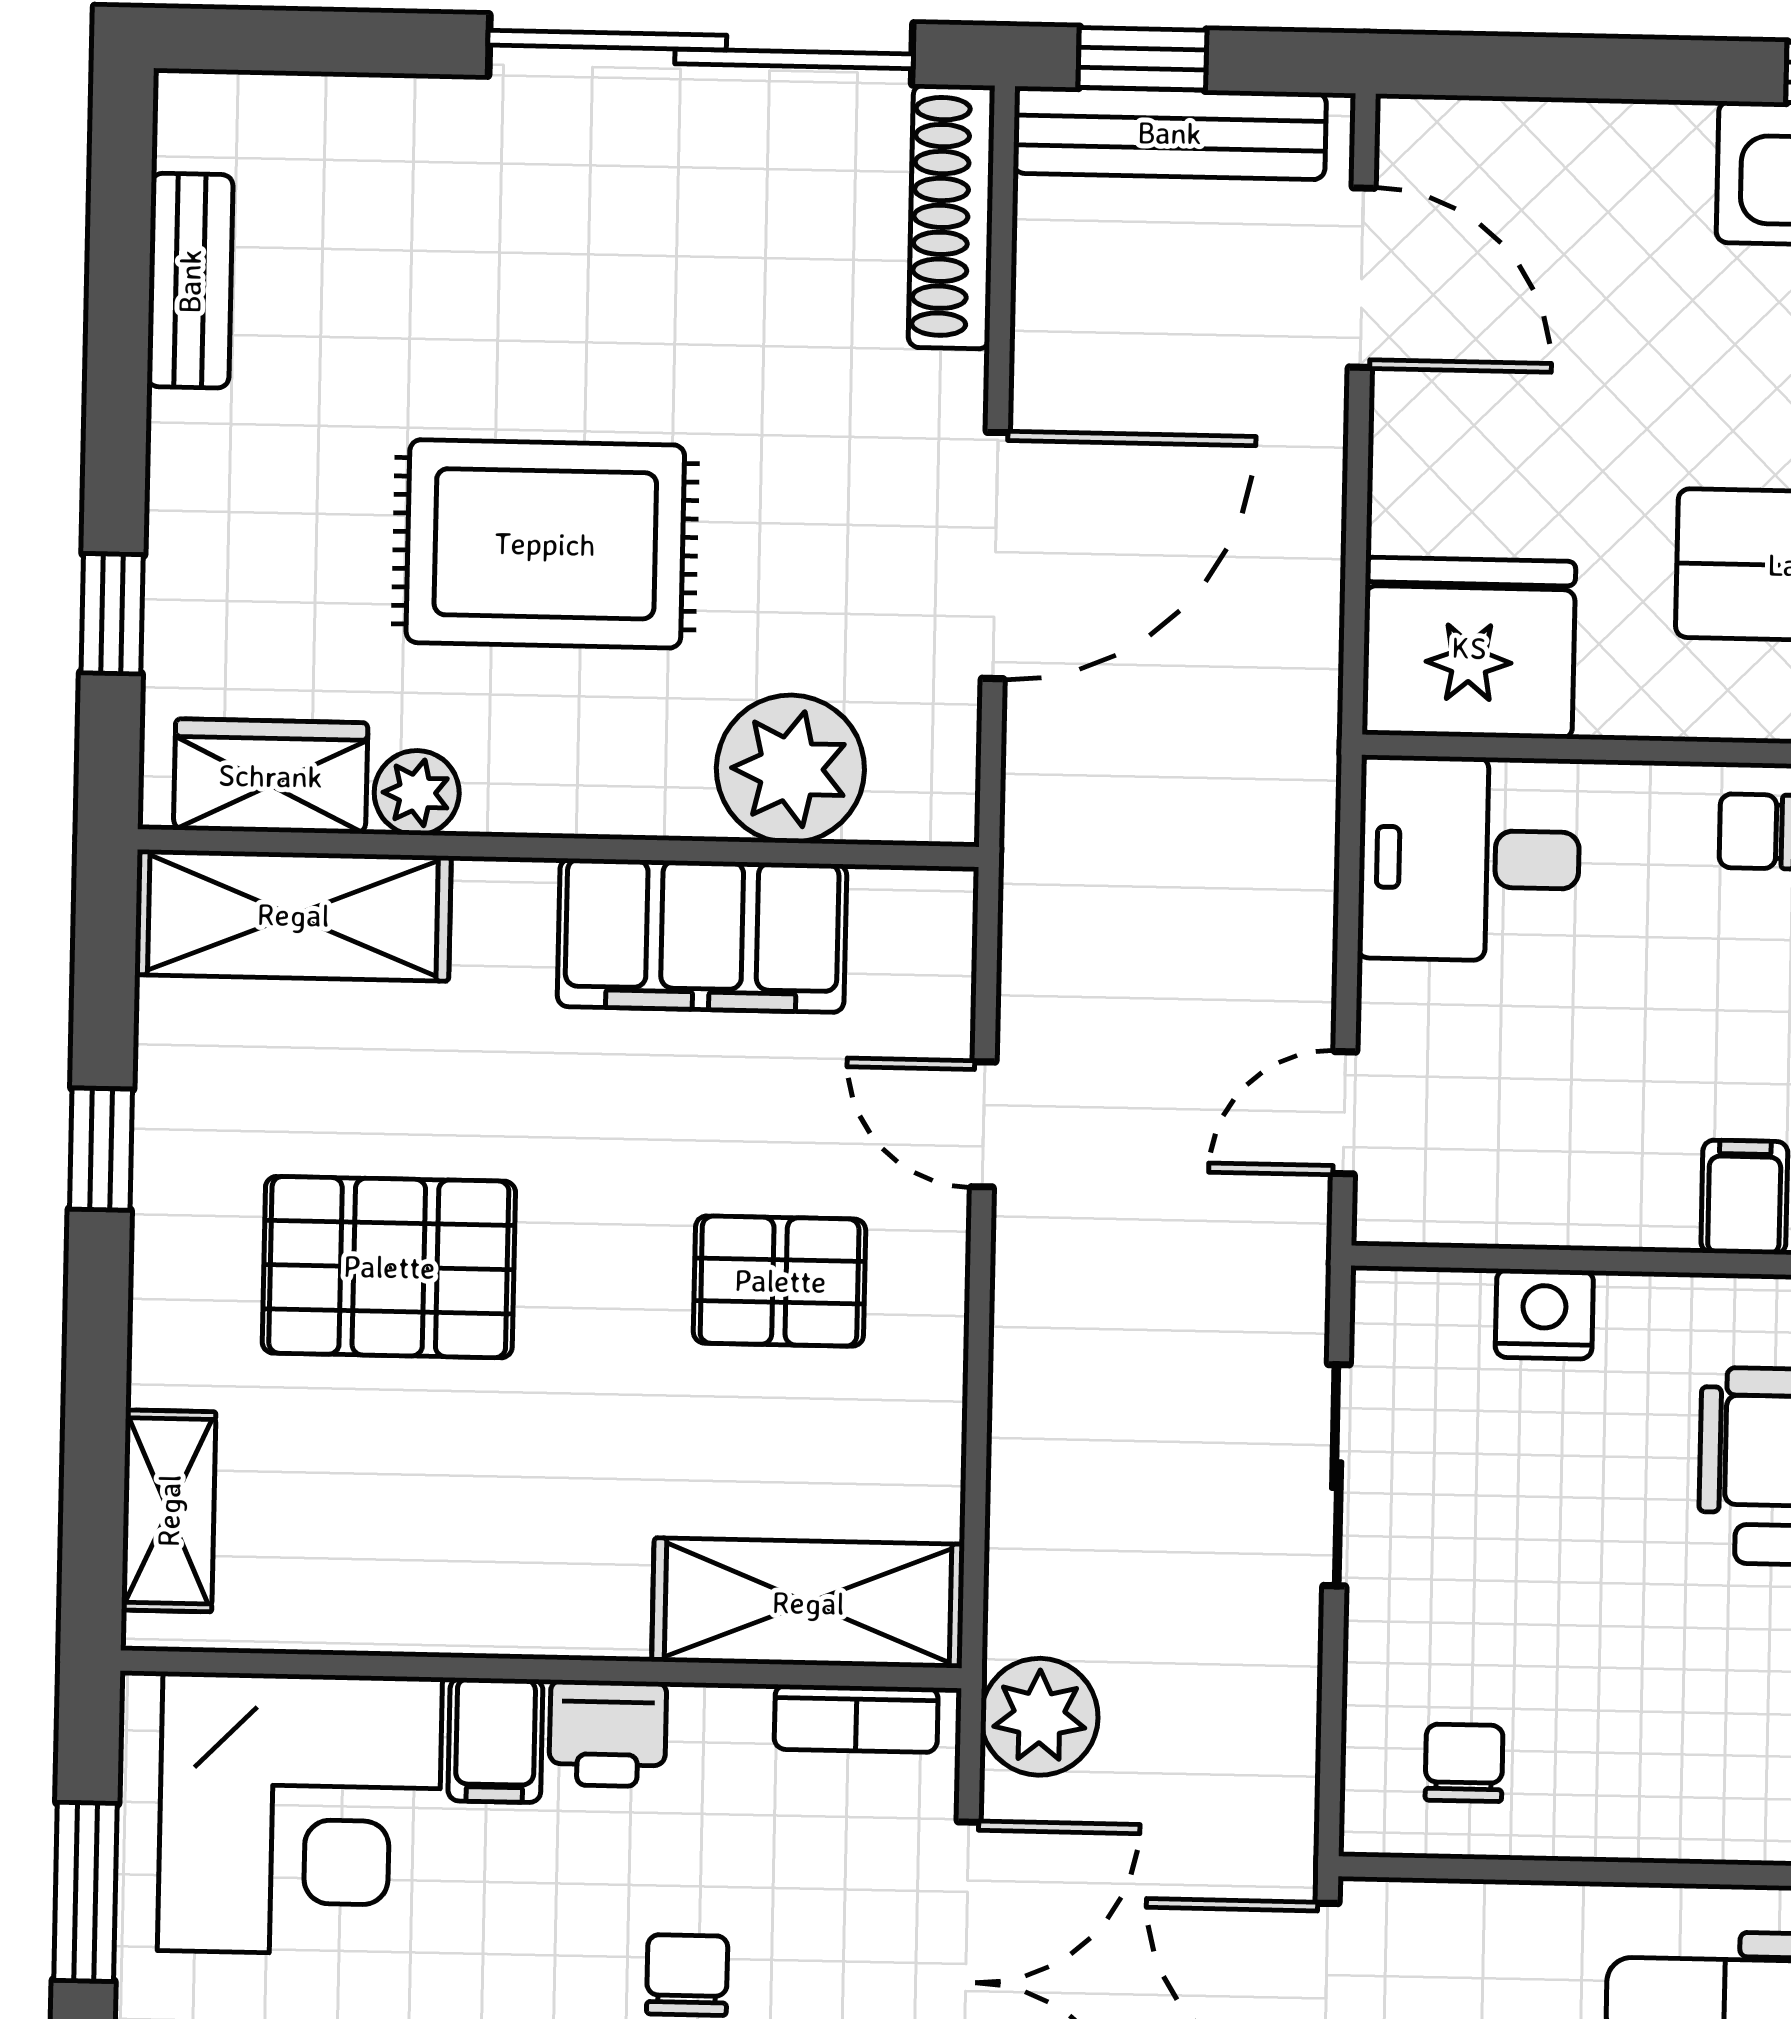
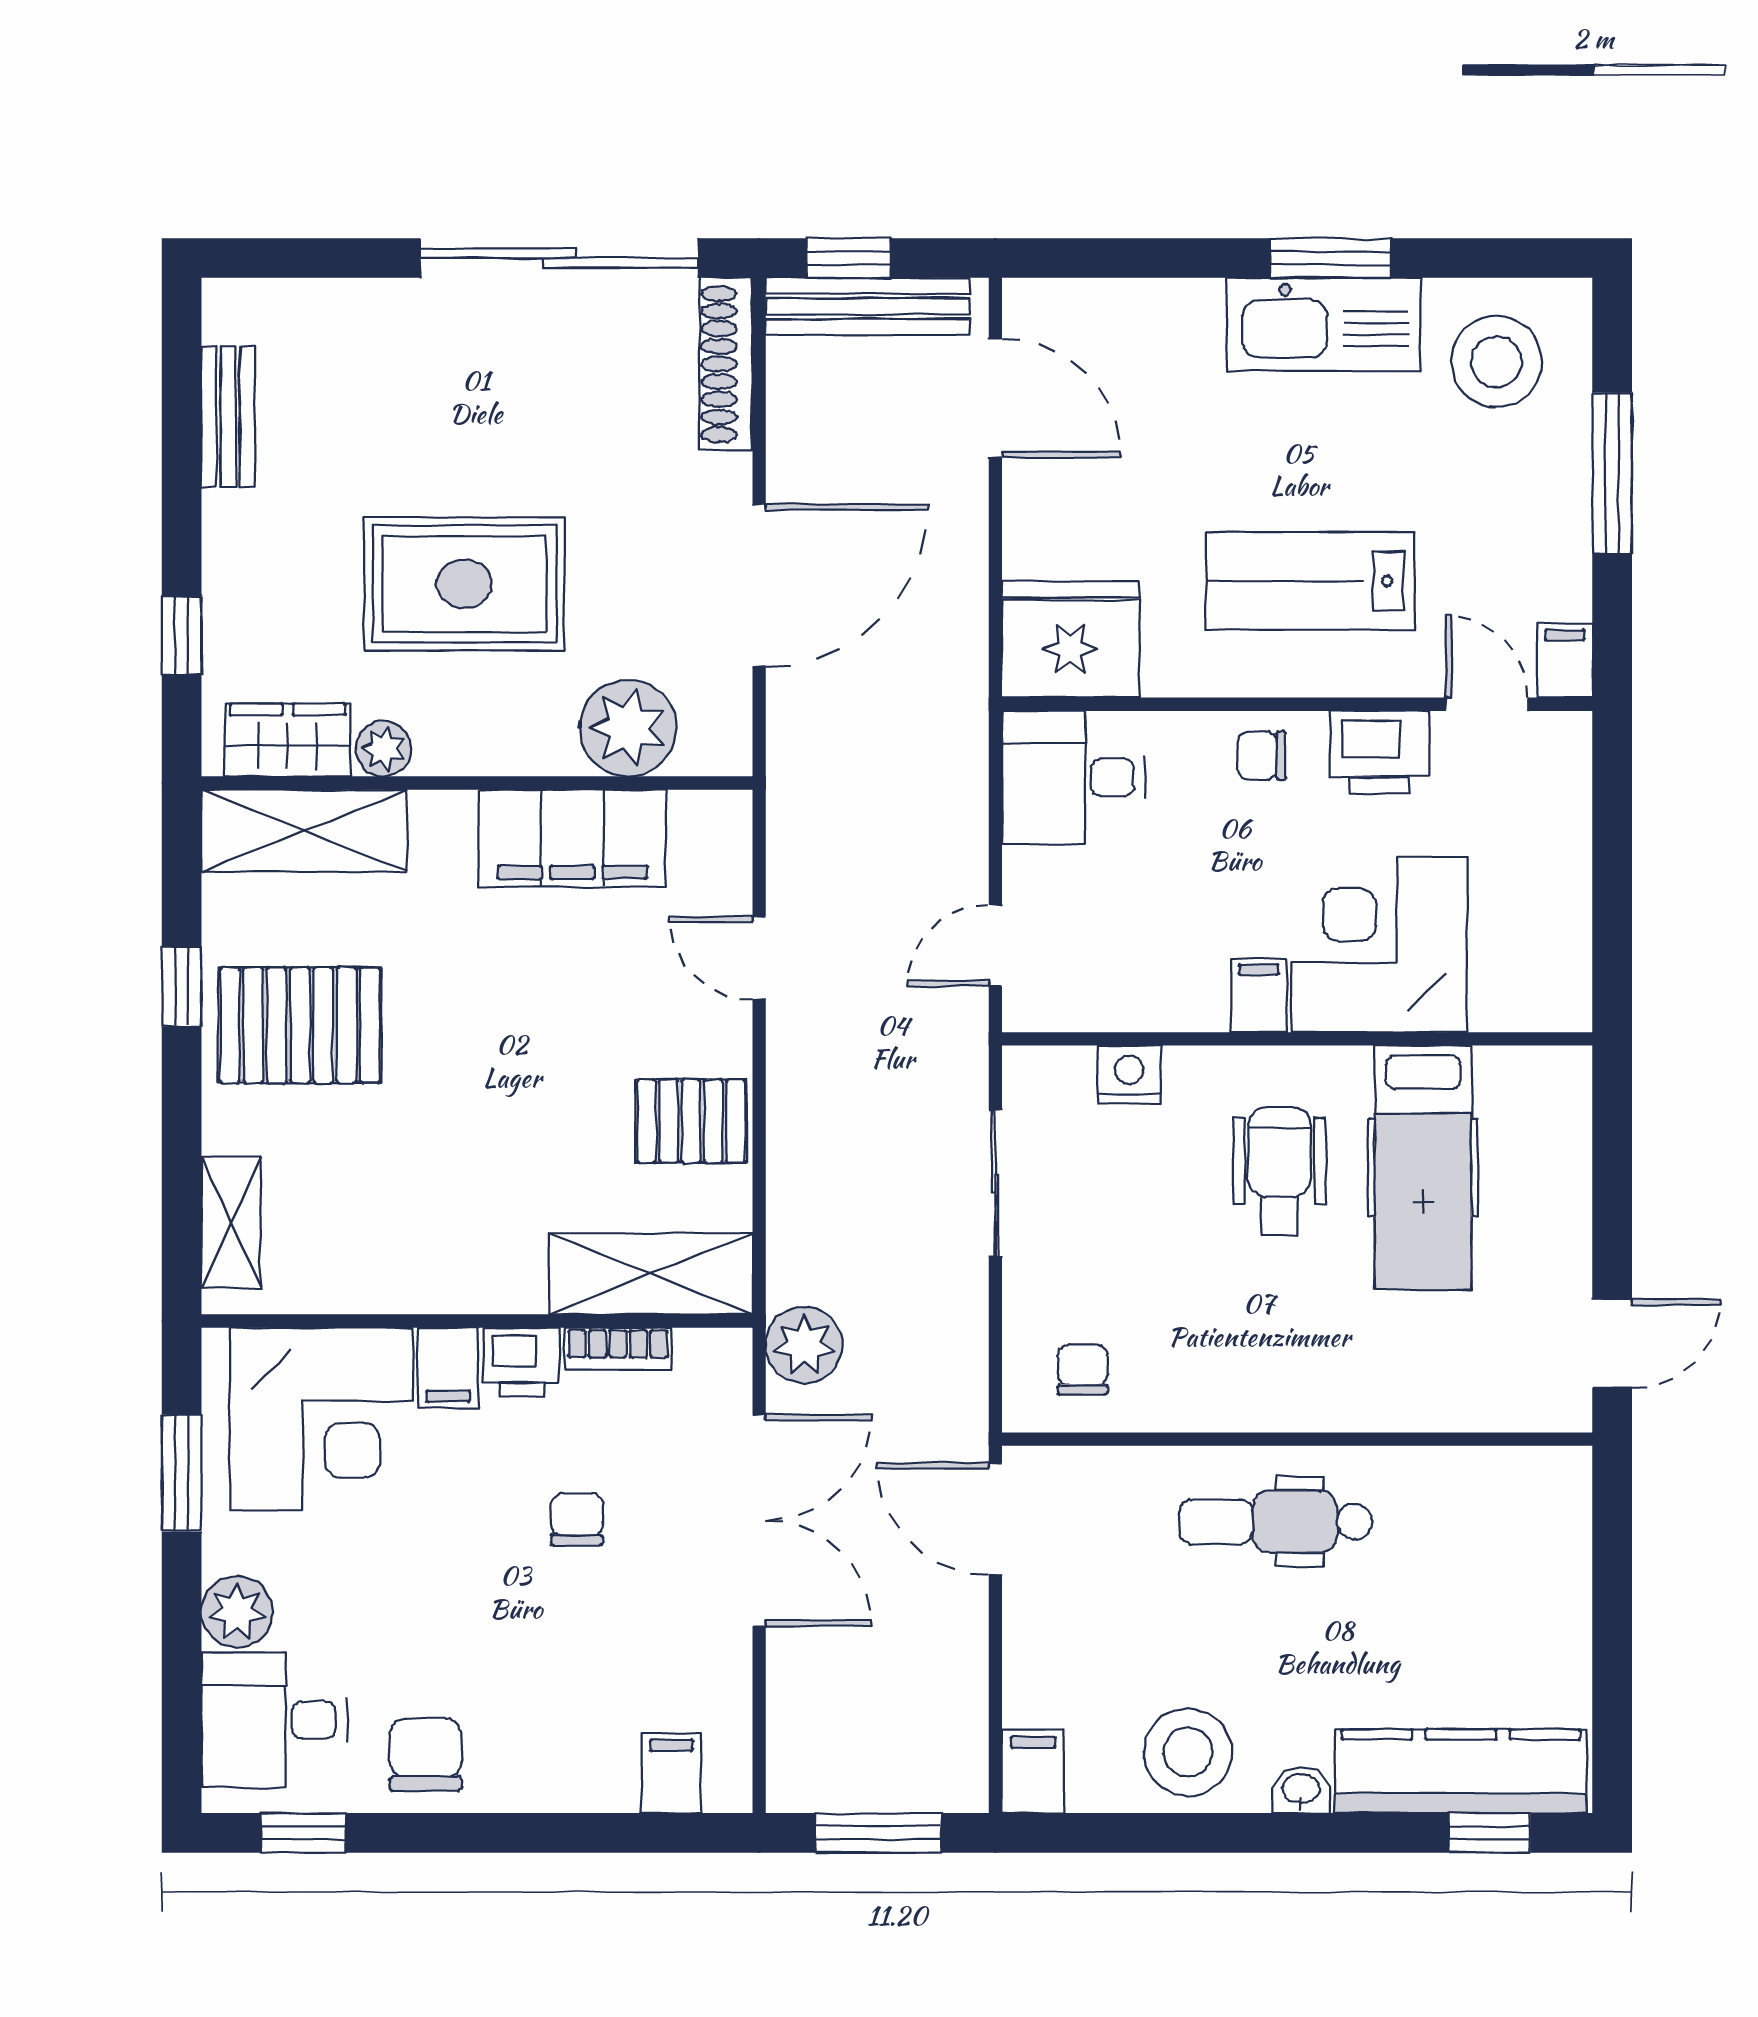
pallet: (389, 1267) -> (300, 1025), moved
pallet: (780, 1281) -> (691, 1121), moved
bookcase: (856, 1718) -> (618, 1349), moved

